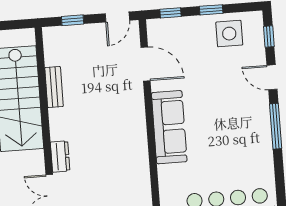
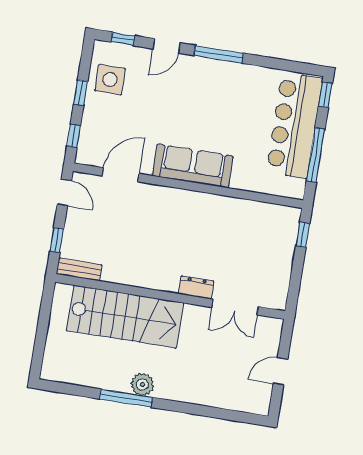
bench: (54, 87) -> (80, 269), moved

